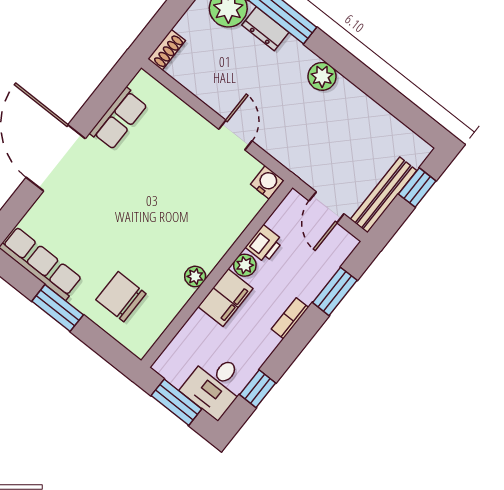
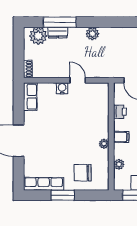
row of seats: (119, 119) -> (30, 97), moved
water cooler: (267, 182) -> (62, 88), moved
plant: (245, 265) -> (119, 164), moved
filing cabinet: (226, 298) -> (121, 137), width x0.50

